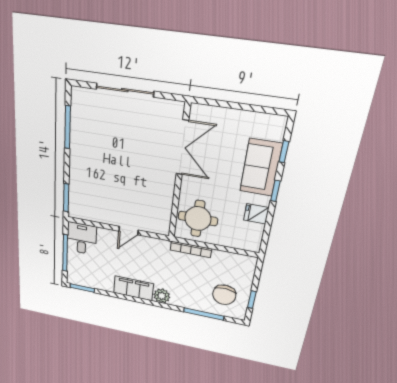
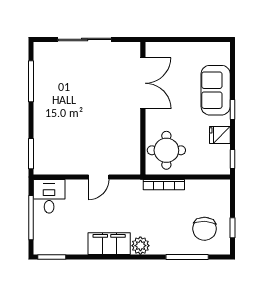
window: (284, 152) -> (232, 159), moved

